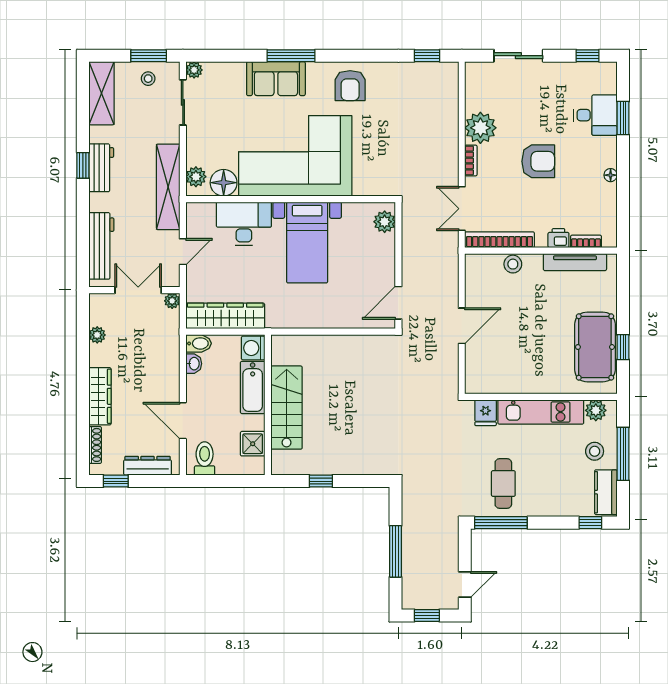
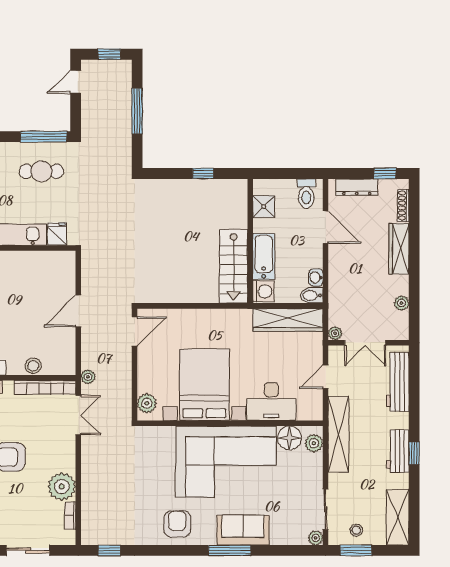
bookcase: (471, 160) -> (70, 516), moved
bed with nightstands: (307, 243) -> (204, 385), width x1.36
plant: (451, 252) -> (88, 377), added
stairs: (287, 408) -> (234, 266), moved
cafe table: (503, 484) -> (41, 171), turned 90

